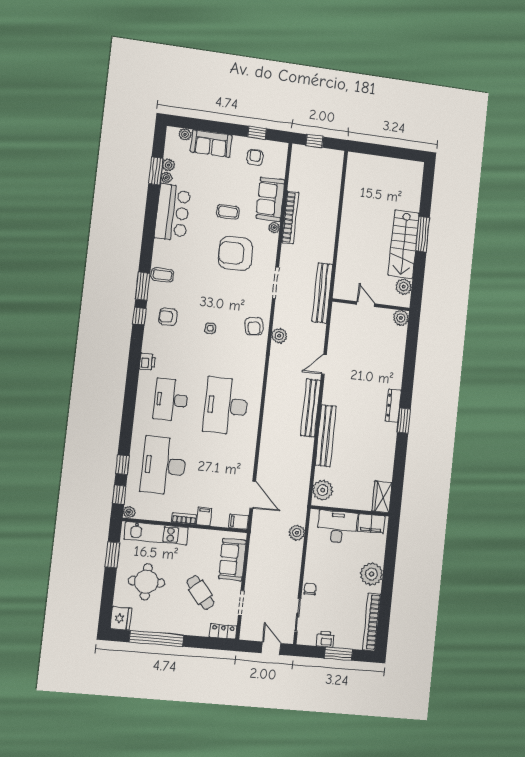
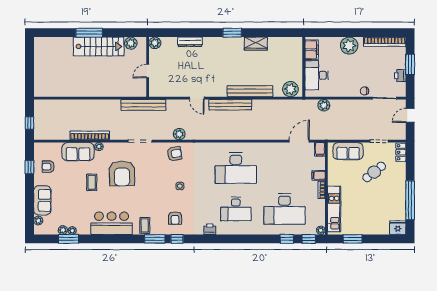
bar counter: (173, 212) -> (112, 223), moved
dresser: (393, 406) -> (190, 42), moved
wardrobe: (382, 497) -> (256, 44), moved
round table: (146, 582) -> (370, 212), removed

